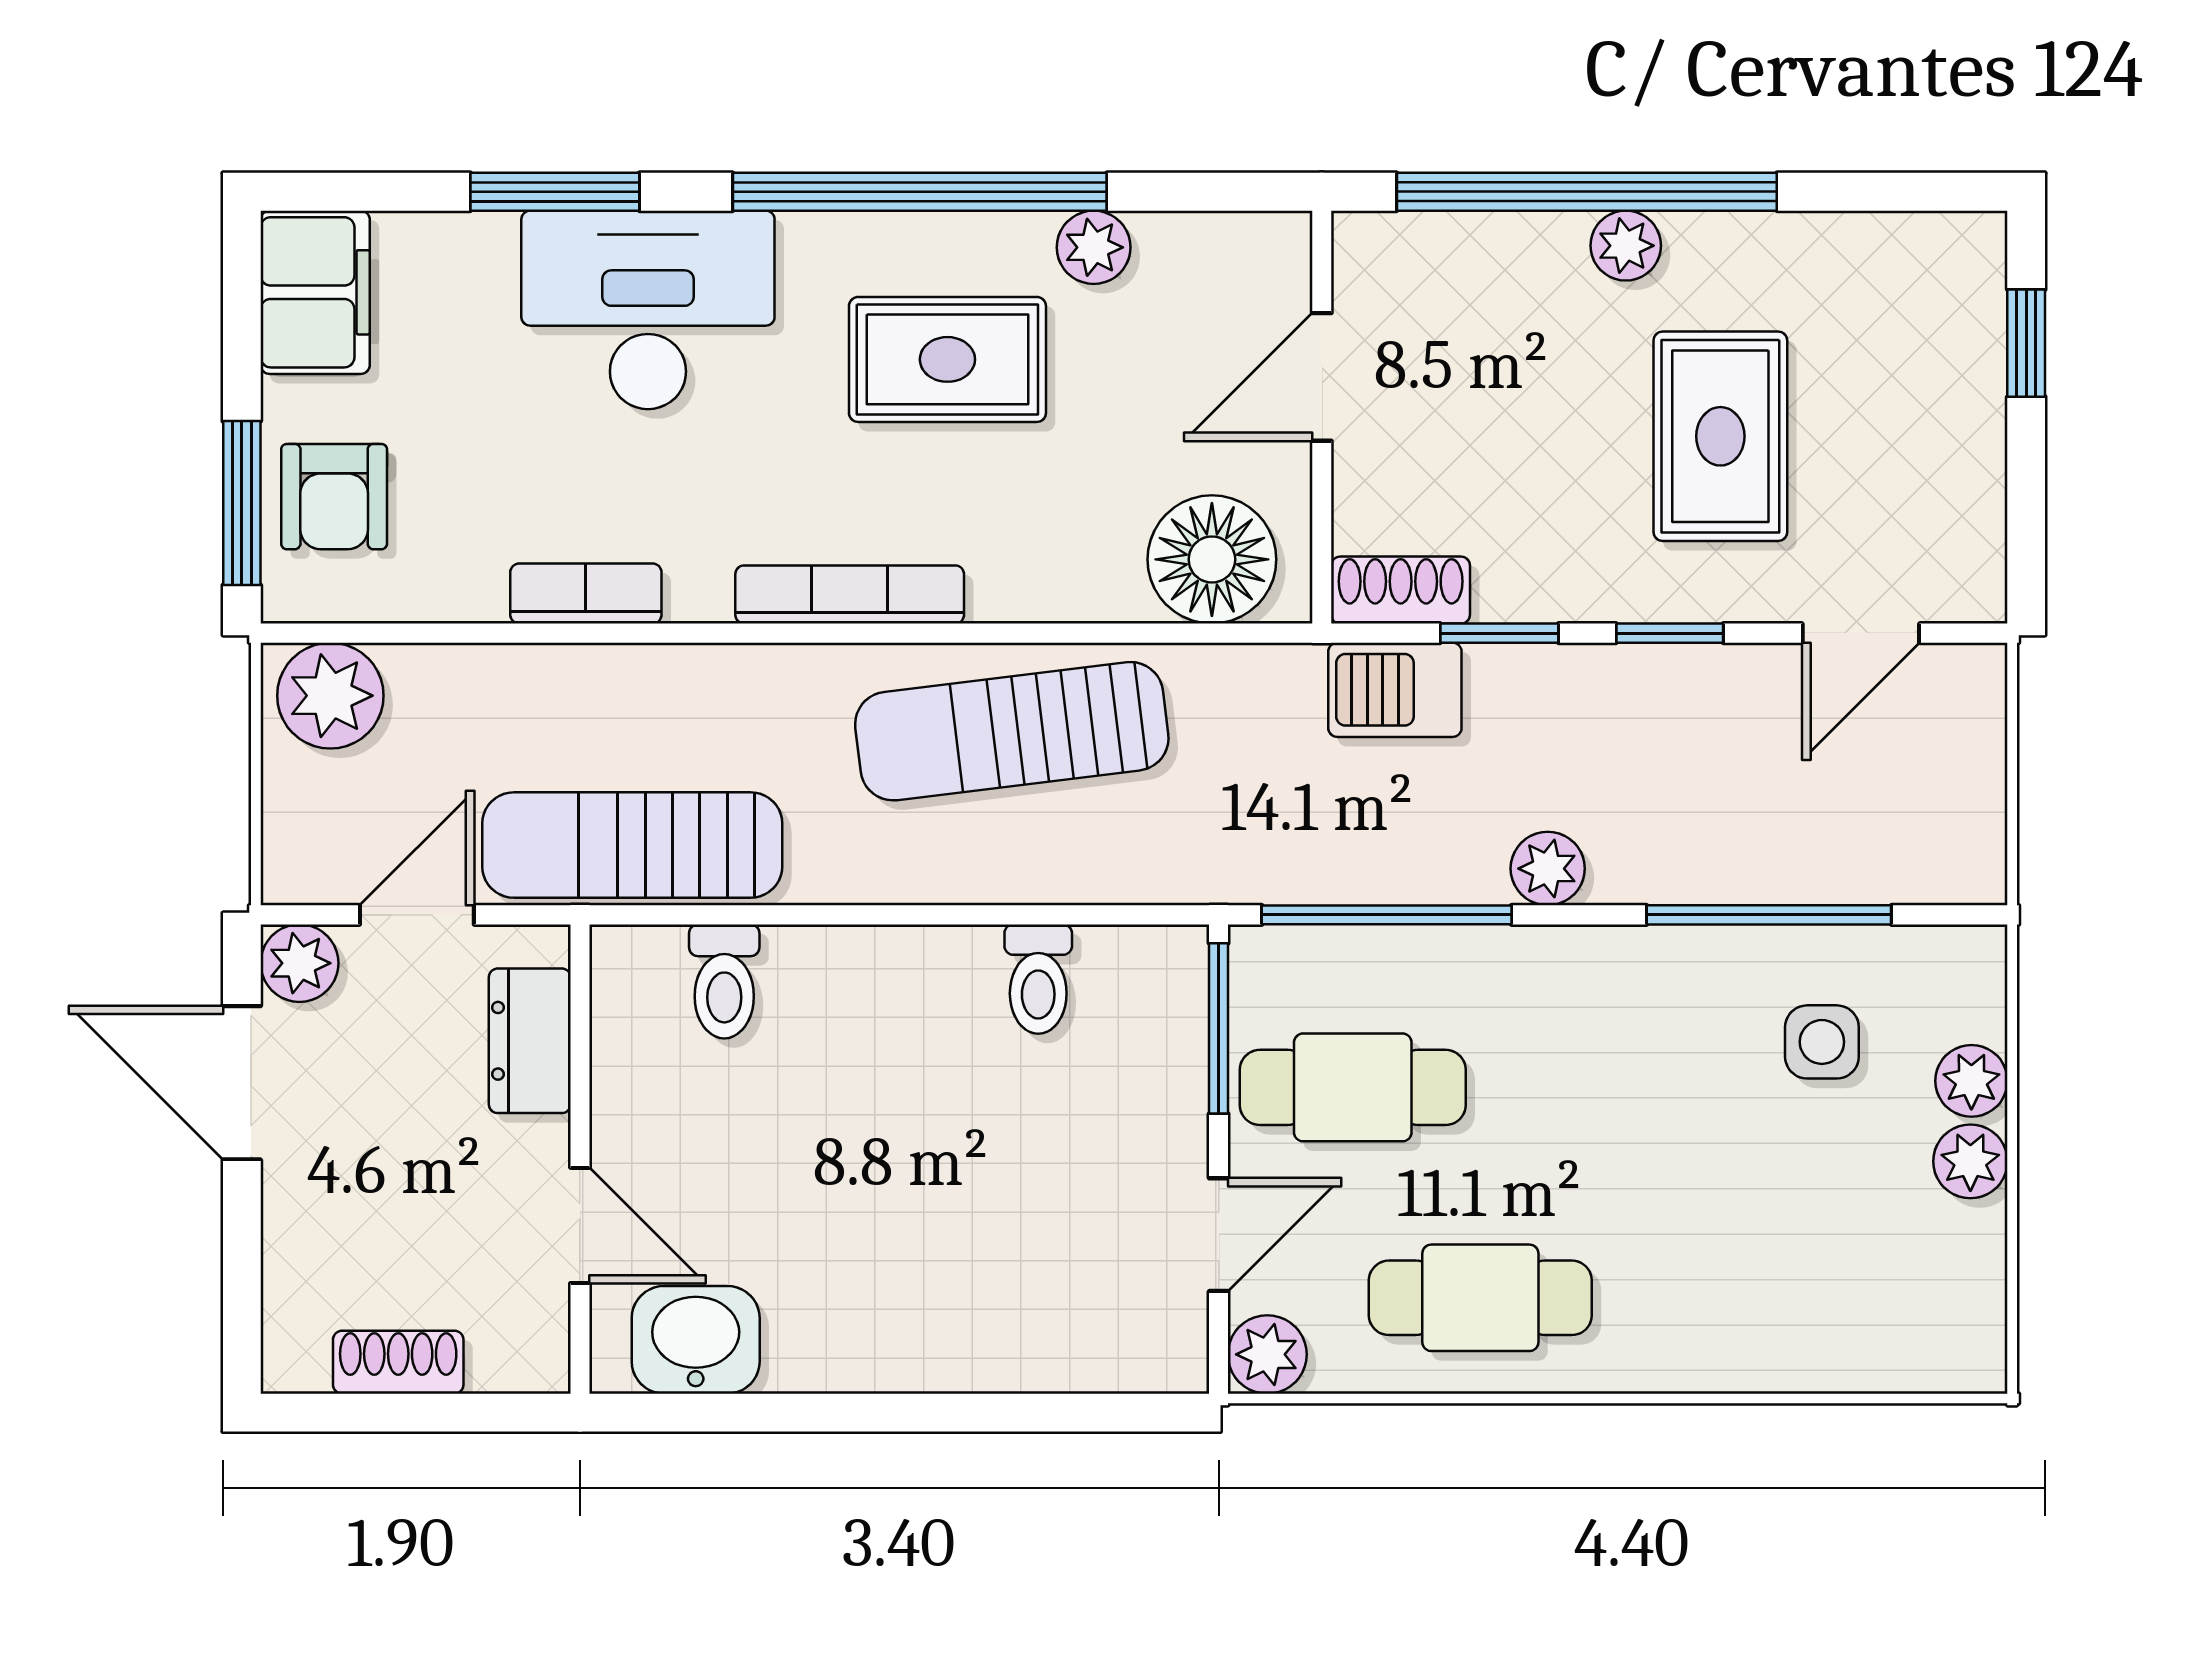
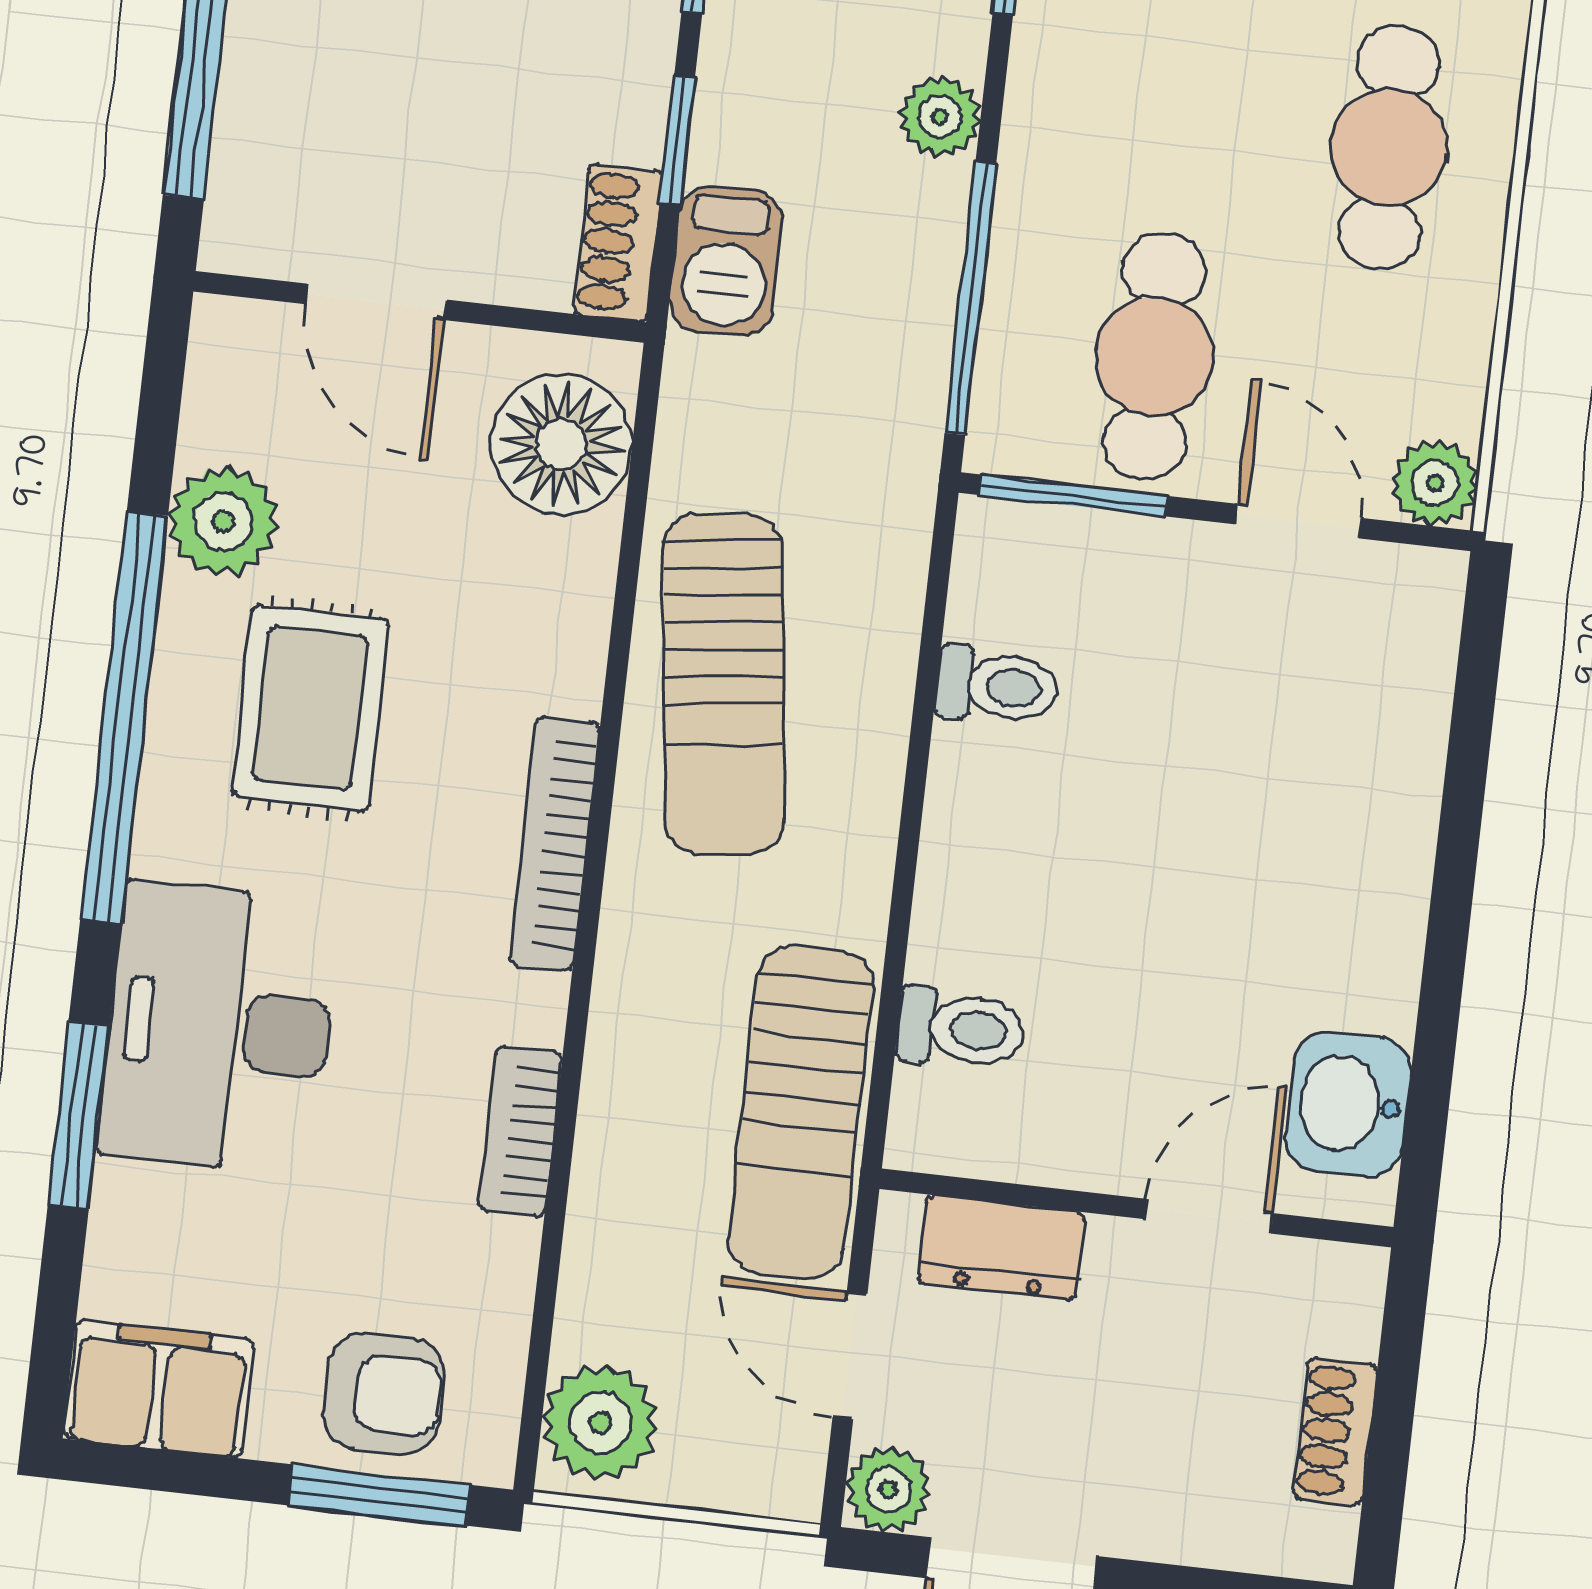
plant: (1094, 247) -> (223, 521), width x1.38, depth x1.38
cafe table: (1480, 1298) -> (1389, 147), moved

